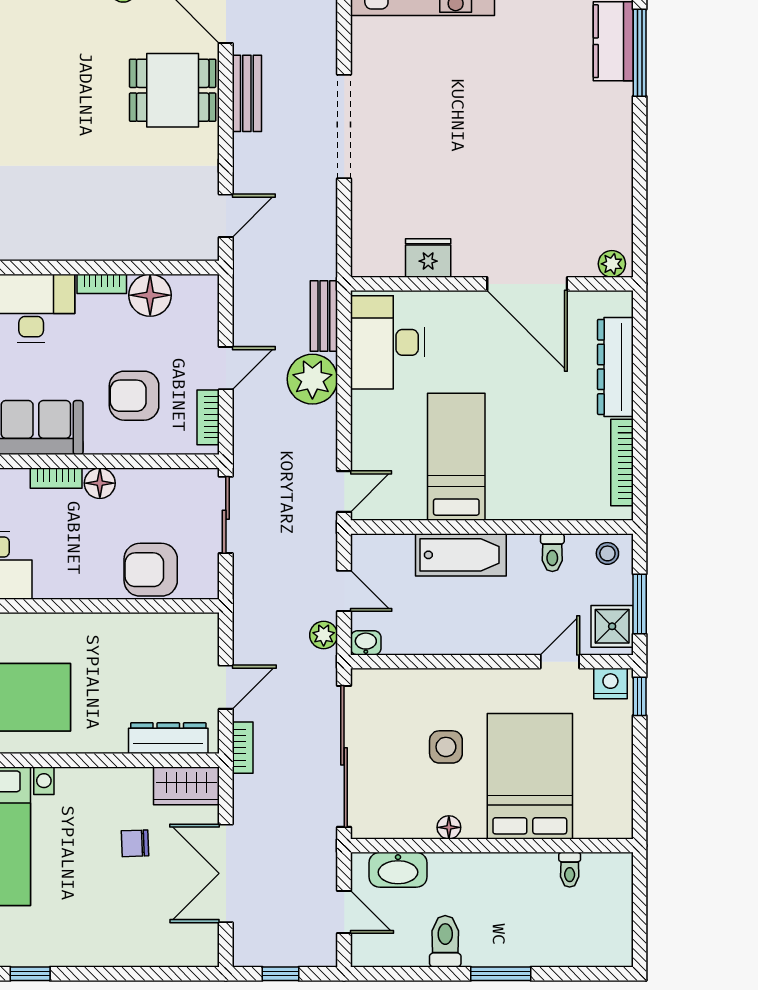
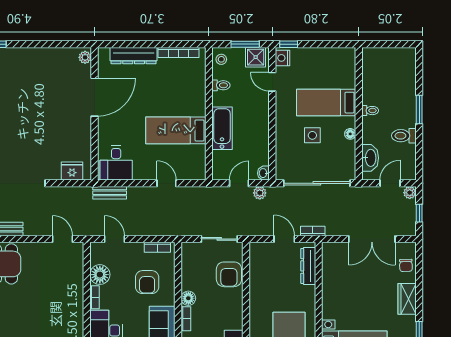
fridge: (428, 258) -> (72, 171), moved, turned 90
desk: (387, 342) -> (116, 163), width x0.73
door: (226, 368) -> (114, 239), moved
plant: (312, 379) -> (410, 193), moved, width x0.53, depth x0.53
door: (344, 492) -> (167, 183), moved
sliding door: (226, 515) -> (219, 239), moved
bed: (530, 776) -> (326, 103), width x0.67
wardrobe: (186, 786) -> (407, 299), moved, turned 180
chair: (135, 843) -> (406, 265), moved
toilet: (570, 870) -> (370, 111), moved

